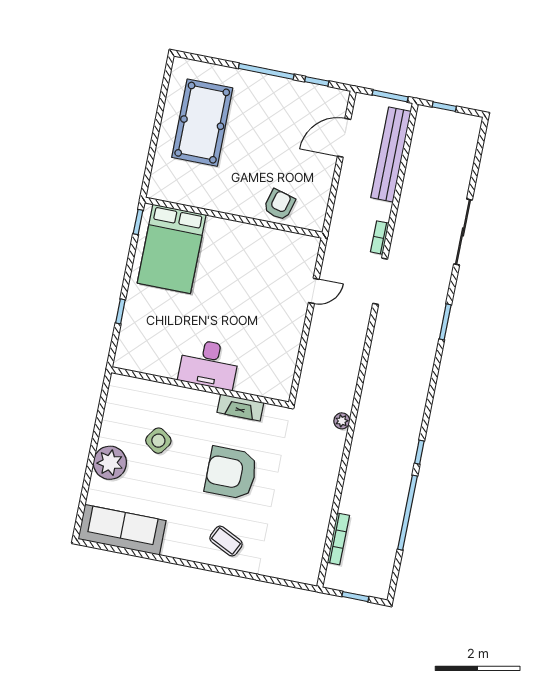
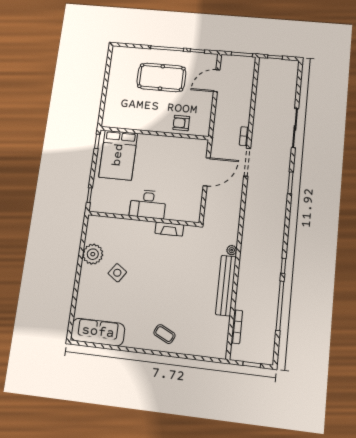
pool table: (202, 123) -> (161, 77), moved, turned 90
bench: (391, 155) -> (226, 285), moved
armchair: (279, 205) -> (181, 123), turned -105
door: (314, 291) -> (207, 172), width x1.87
desk: (209, 364) -> (148, 204), moved
wall: (200, 387) -> (143, 219), moved
fireplace: (240, 408) -> (169, 229), moved
plant: (110, 463) -> (93, 254), moved
armchair: (231, 473) -> (164, 289), removed

